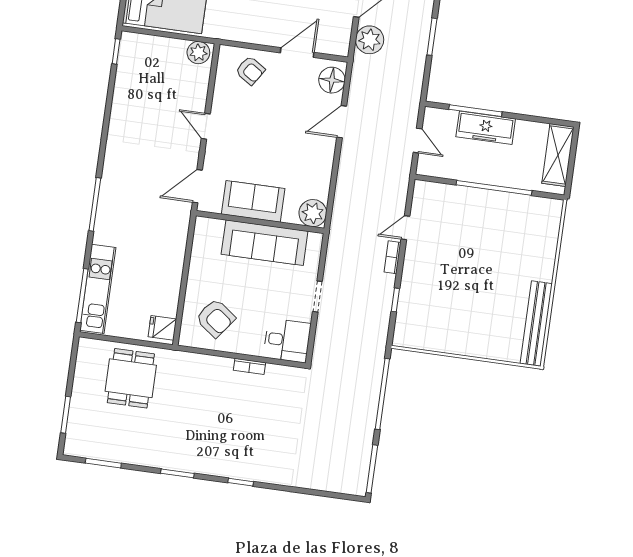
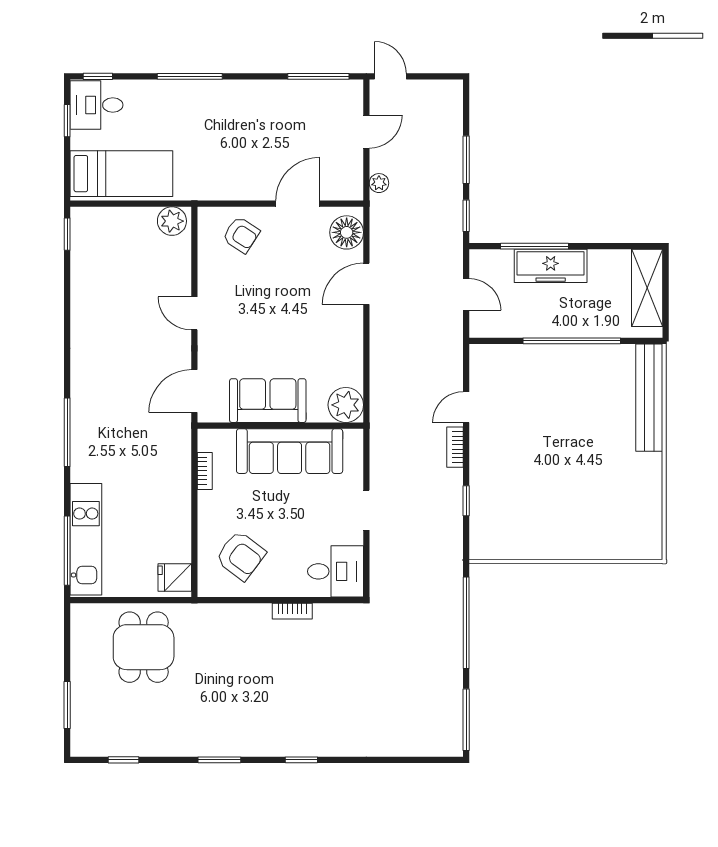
plant: (370, 40) -> (379, 183), width x0.53, depth x0.53
window: (426, 80) -> (466, 216), added
bookcase: (197, 249) -> (205, 471), added
bench: (536, 324) -> (649, 398), moved
window: (103, 463) -> (124, 760), width x0.67

